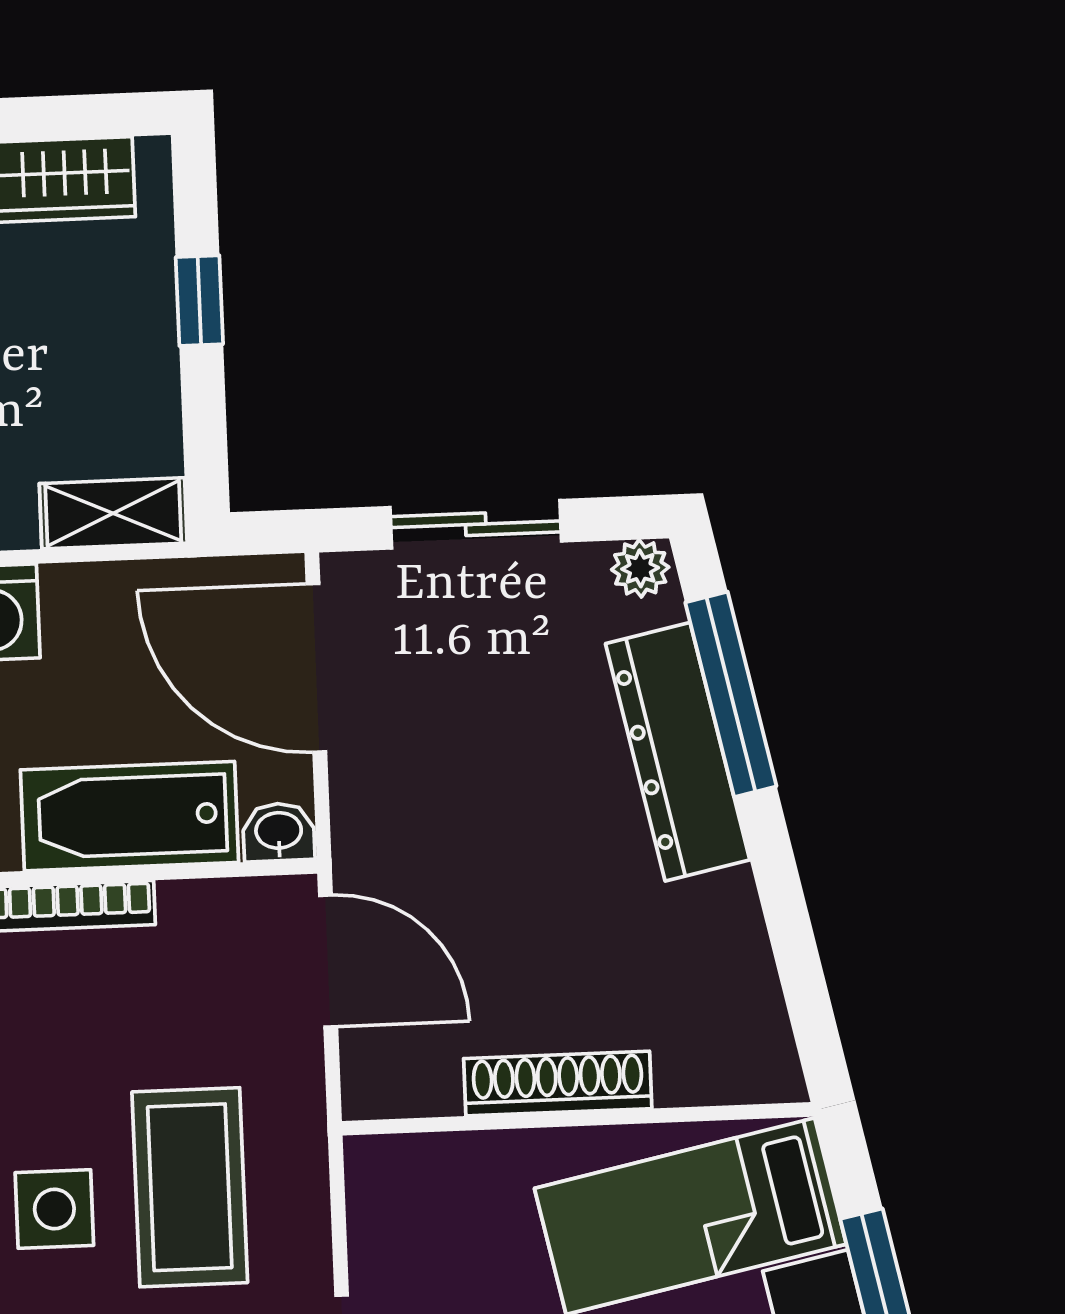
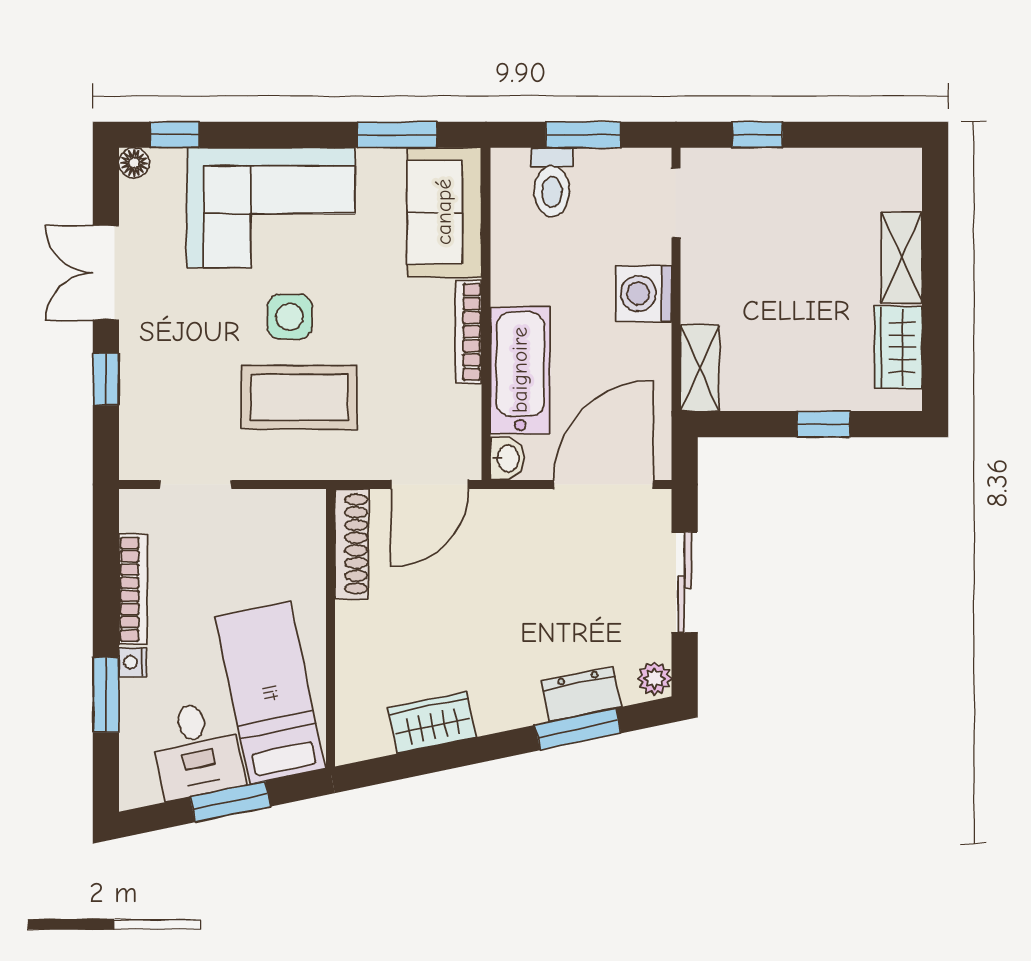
window: (731, 694) -> (578, 729), width x0.69
dresser: (678, 752) -> (581, 694), width x0.51, depth x0.80
wardrobe: (730, 941) -> (432, 723), added
shoe rack: (558, 1084) -> (352, 544), moved

